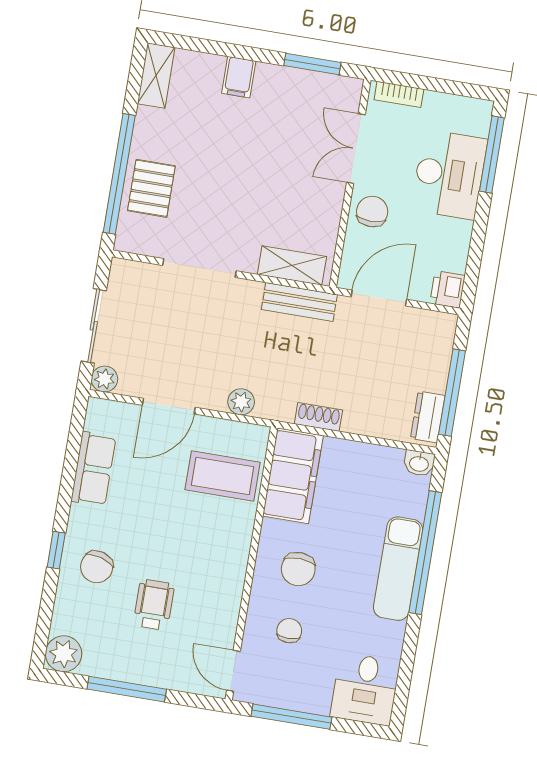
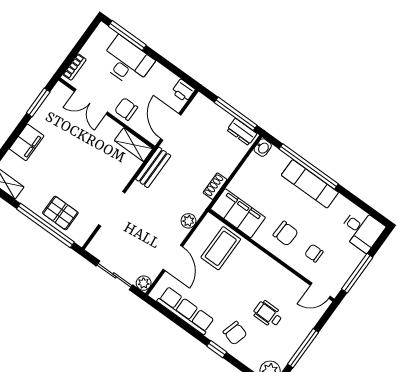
filing cabinet: (239, 77) -> (27, 142), width x2.00
shelving: (292, 265) -> (134, 145), moved, turned 90
row of seats: (93, 469) -> (186, 311), width x1.48

